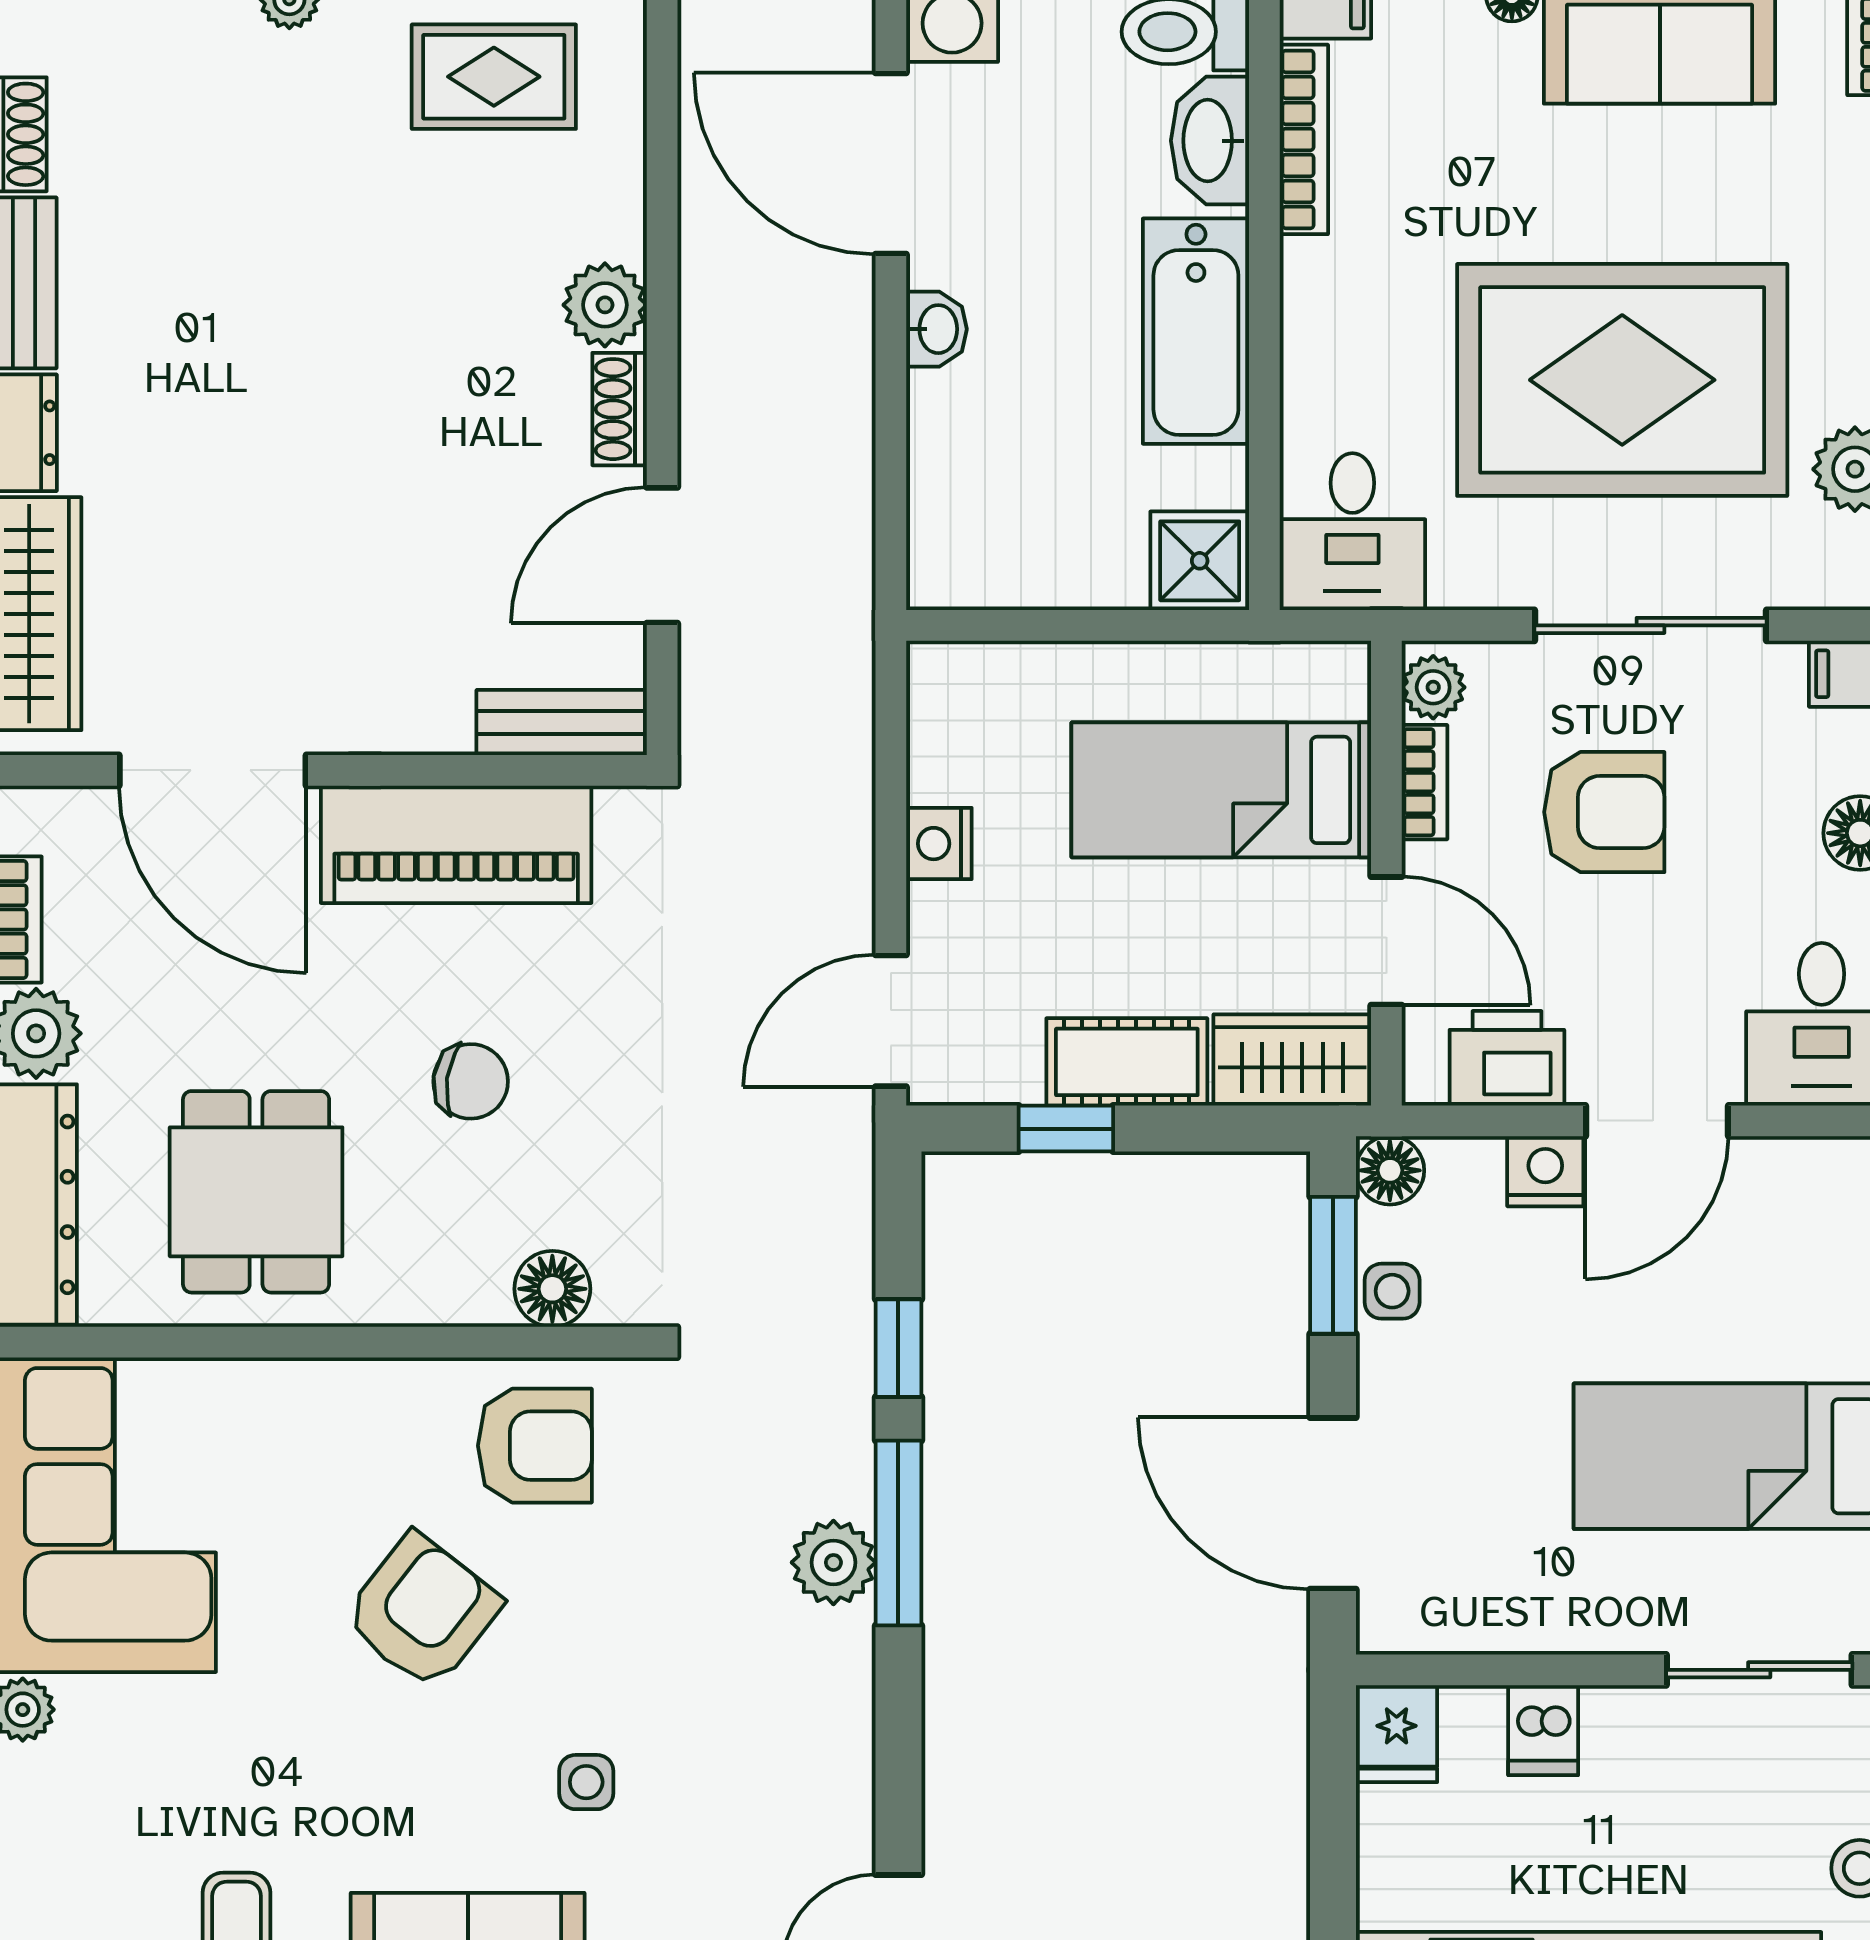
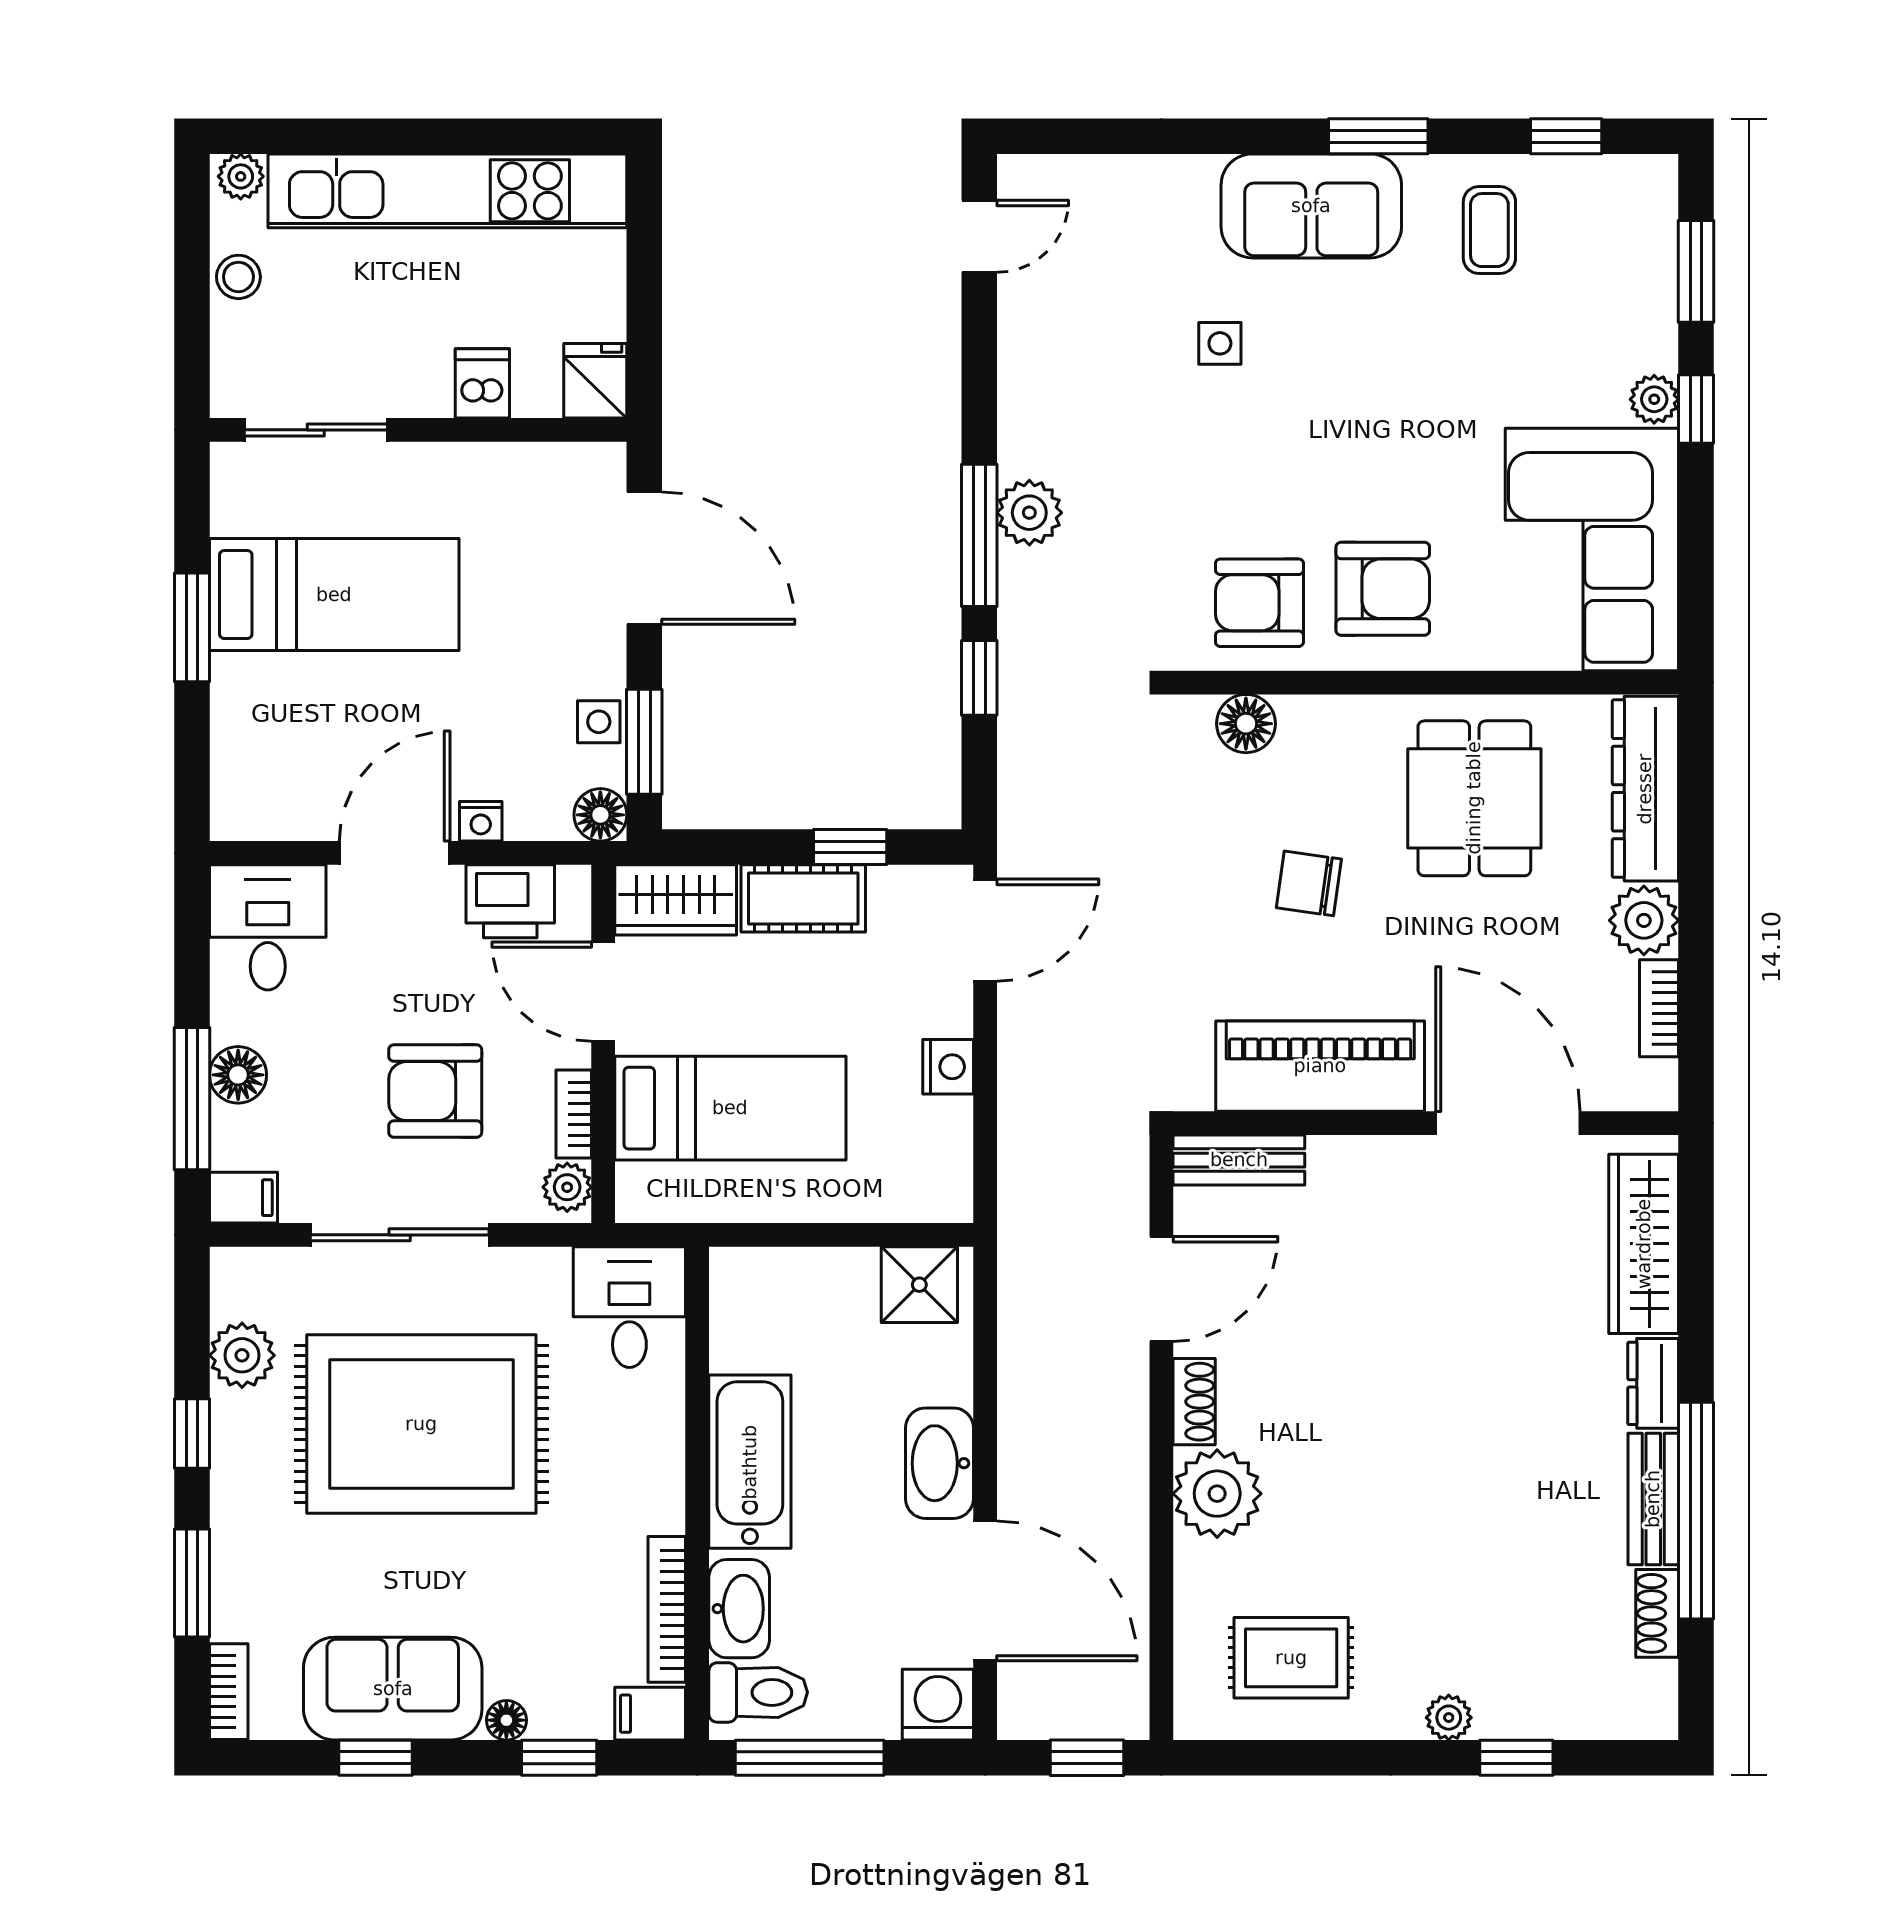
plant: (605, 305) -> (1217, 1494), width x1.36, depth x1.36
washbasin: (936, 329) -> (939, 1463), width x1.91, depth x1.45
shower: (1200, 561) -> (919, 1285), moved
nightstand: (1545, 1171) -> (481, 821), width x0.72, depth x0.74
armchair: (422, 1611) -> (1383, 589), moved, turned -128

